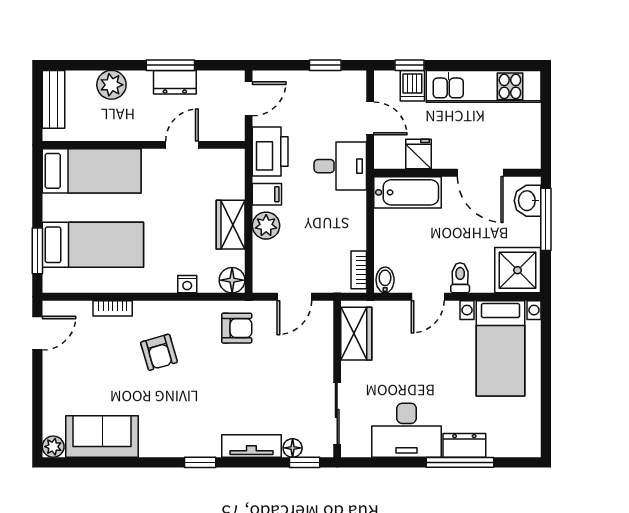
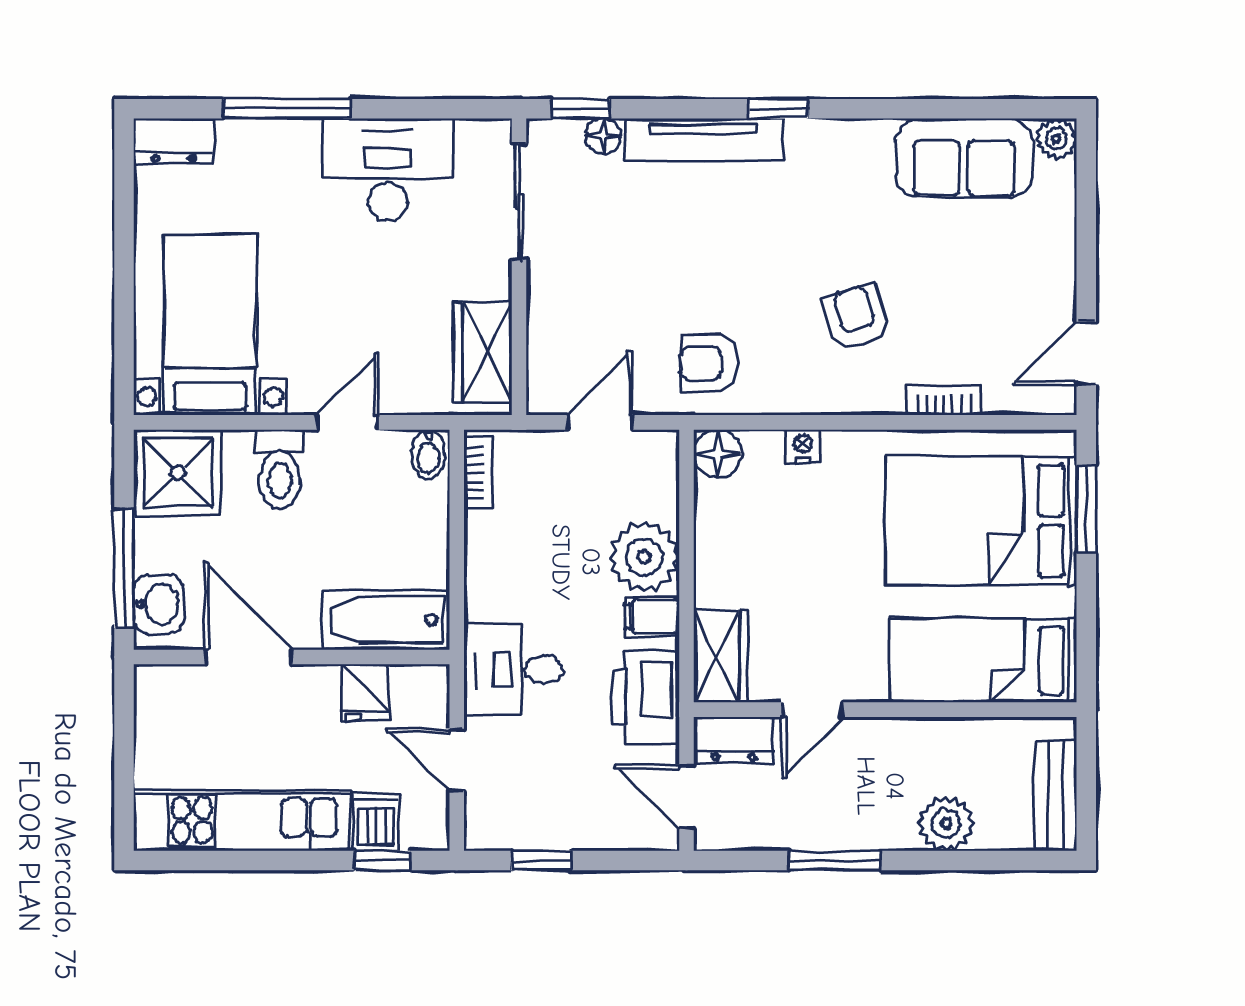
dresser: (175, 82) -> (734, 739), moved, turned 180
door: (249, 99) -> (686, 797), hinge flipped
wardrobe: (231, 225) -> (721, 656), moved
plant: (266, 226) -> (644, 557), width x1.36, depth x1.36
bed: (93, 245) -> (981, 521), width x1.50
toilet: (460, 278) -> (280, 469), width x1.37, depth x1.39
dresser: (464, 445) -> (174, 141), moved
tv unit: (251, 446) -> (704, 140), width x1.41

